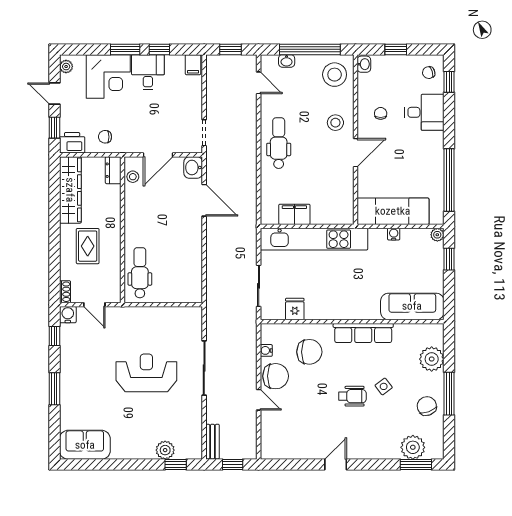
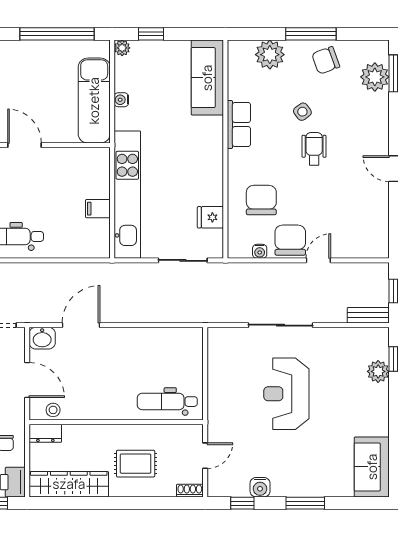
filing cabinet: (294, 214) -> (98, 209), width x0.50
water cooler: (68, 315) -> (260, 487), moved, turned -90
row of seats: (363, 333) -> (239, 124), width x0.68

